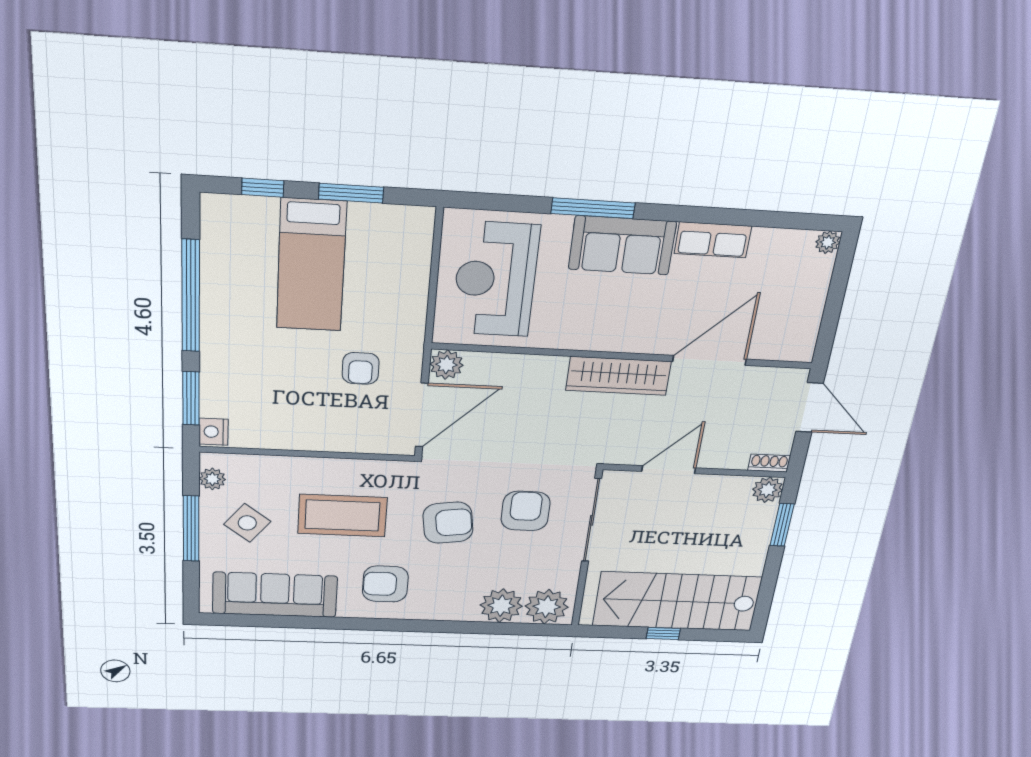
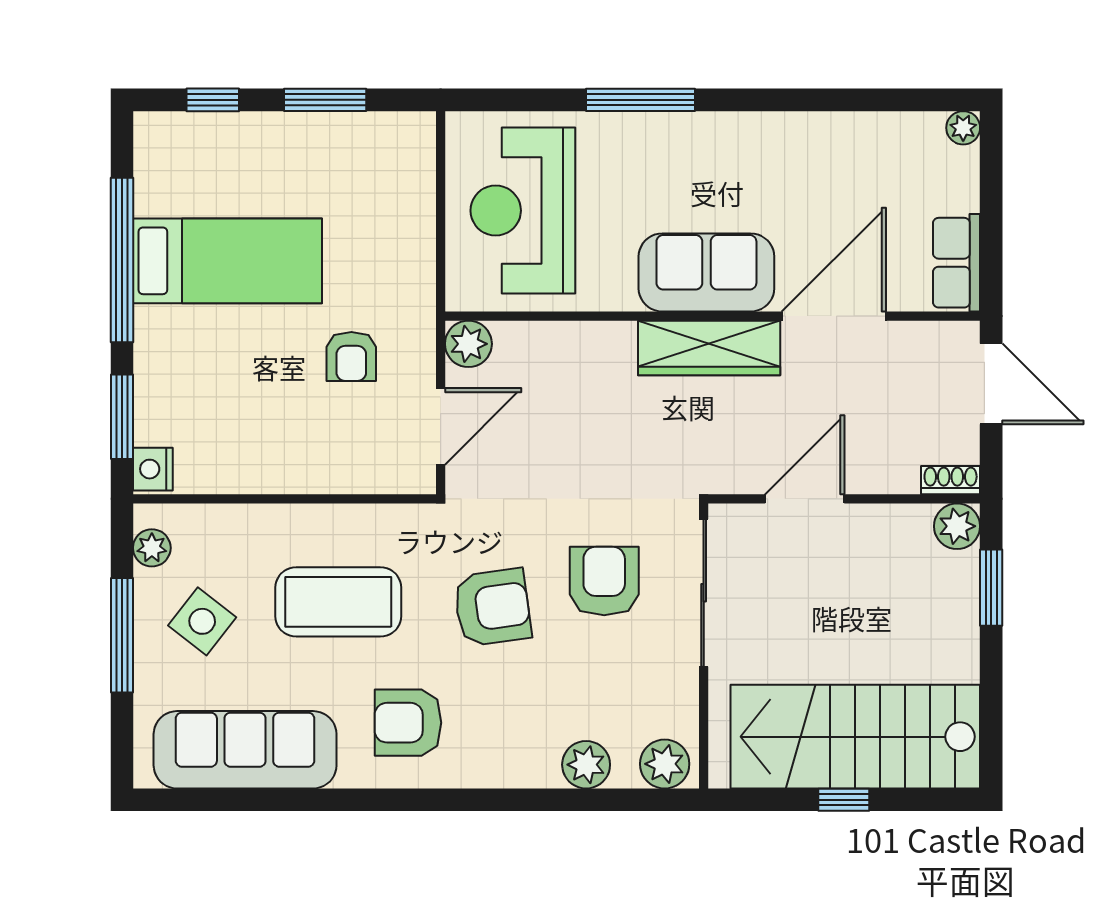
row of seats: (713, 240) -> (957, 263), moved, turned 90
sofa: (622, 245) -> (706, 272), moved, turned 180
bed: (311, 266) -> (227, 261), moved, turned -90
door: (422, 415) -> (441, 426), width x0.73
plant: (501, 606) -> (586, 765), width x0.73, depth x0.73
plant: (547, 607) -> (665, 764), width x0.73, depth x0.73

